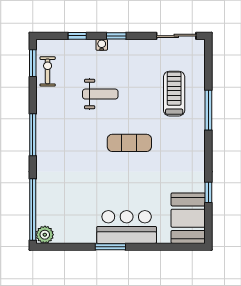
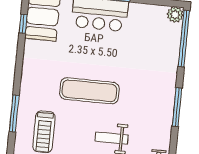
exercise mat: (129, 143) -> (89, 91), width x1.36, depth x1.45
window: (208, 192) -> (23, 24), moved

